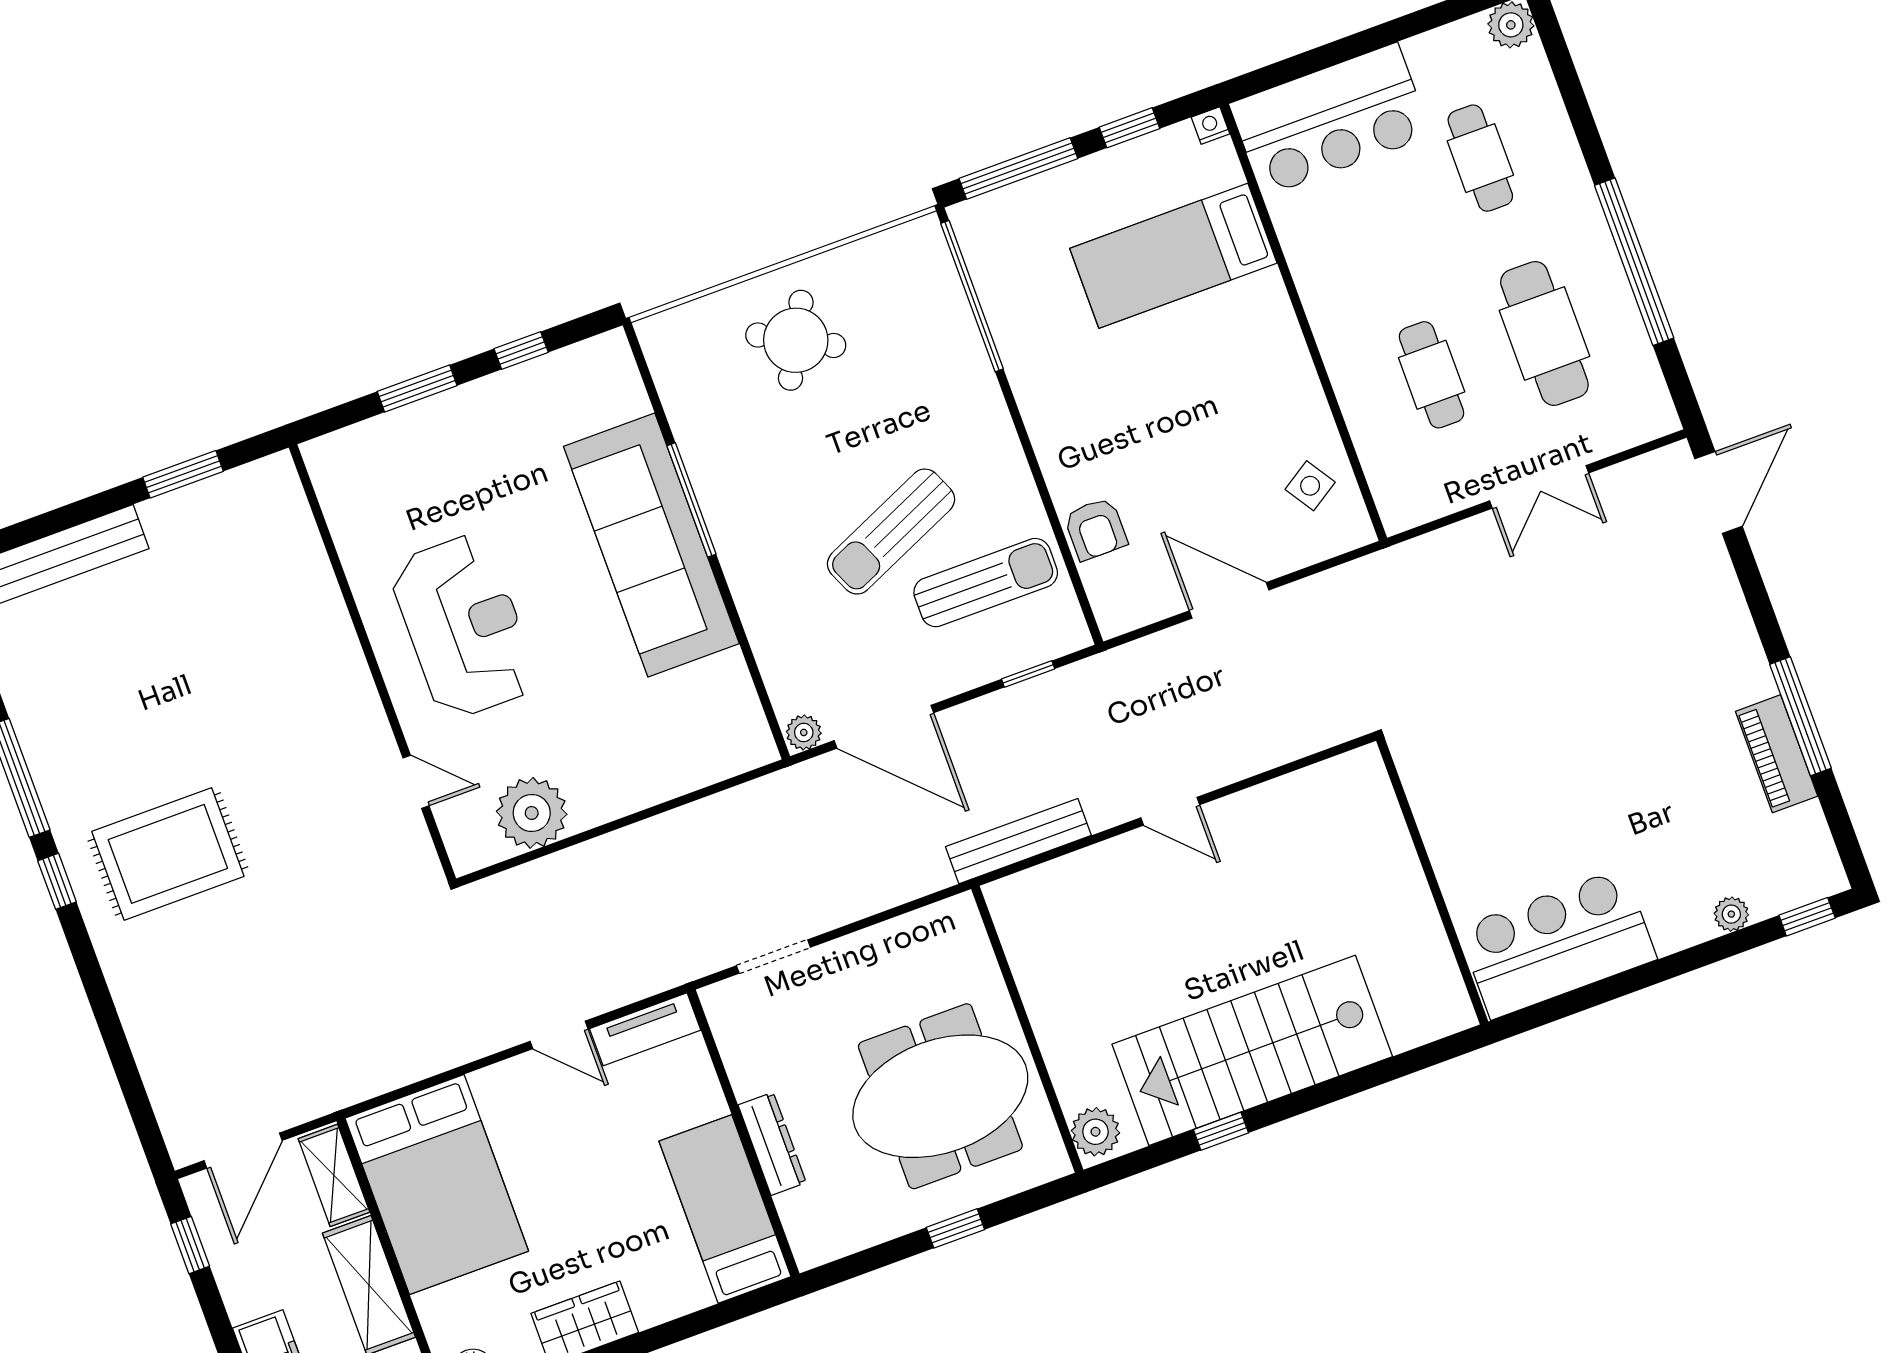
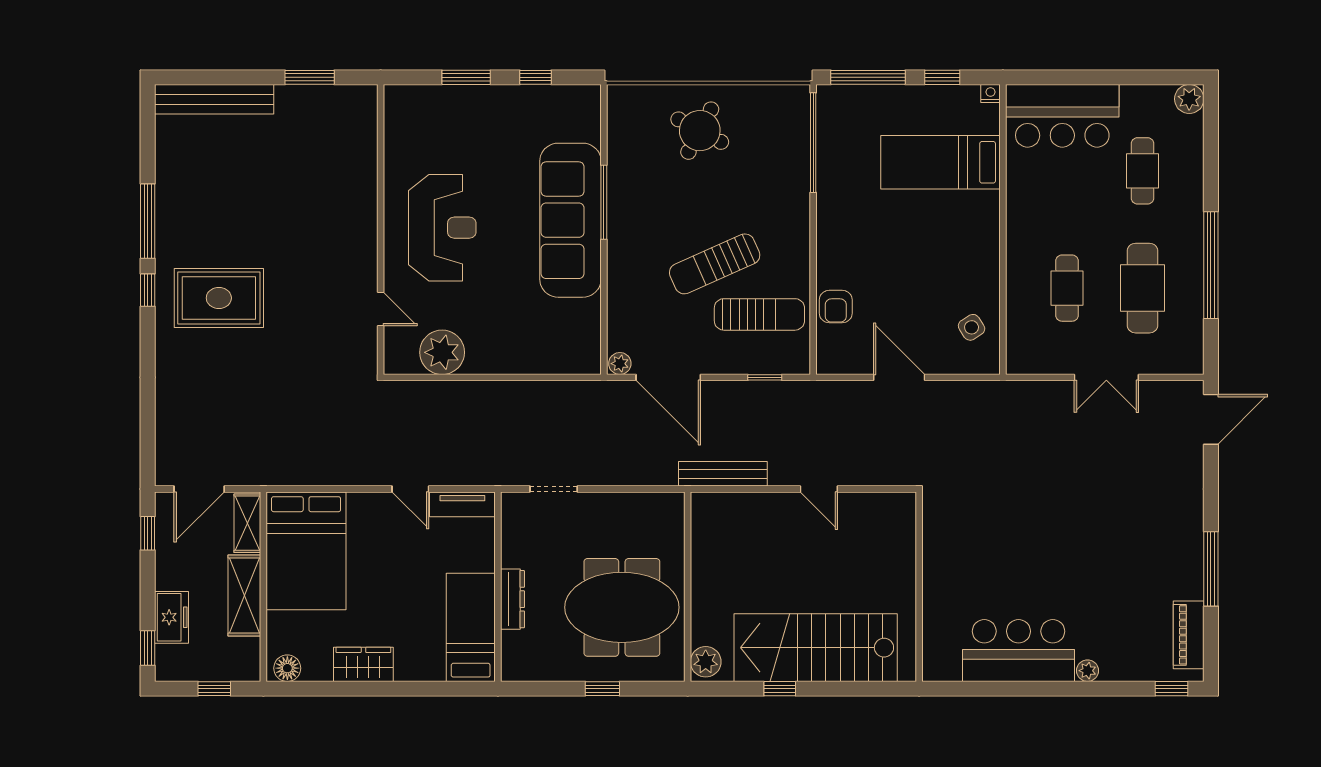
piano: (1777, 754) -> (1189, 635), moved
wall: (1432, 881) -> (919, 587), moved
plant: (1731, 914) -> (1088, 671), moved

